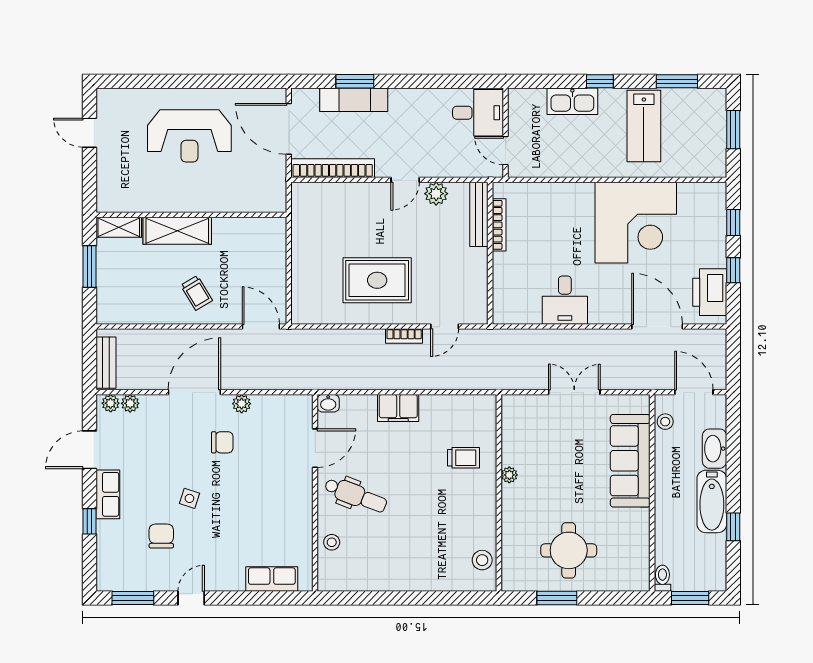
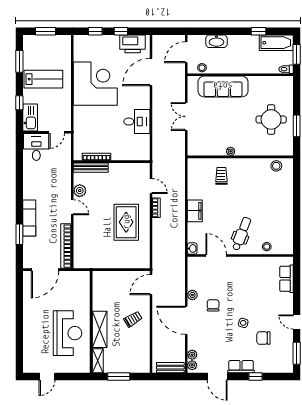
exam couch: (354, 100) -> (29, 218), moved
desk: (478, 113) -> (36, 147), moved
wall: (506, 133) -> (47, 132), moved
reception desk: (189, 136) -> (67, 333), moved
door: (506, 151) -> (57, 132), moved
bathtub: (712, 501) -> (276, 43), moved

